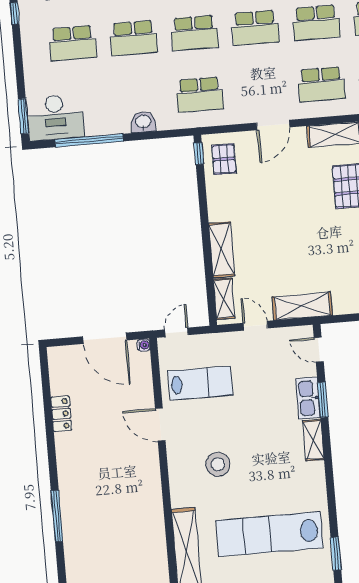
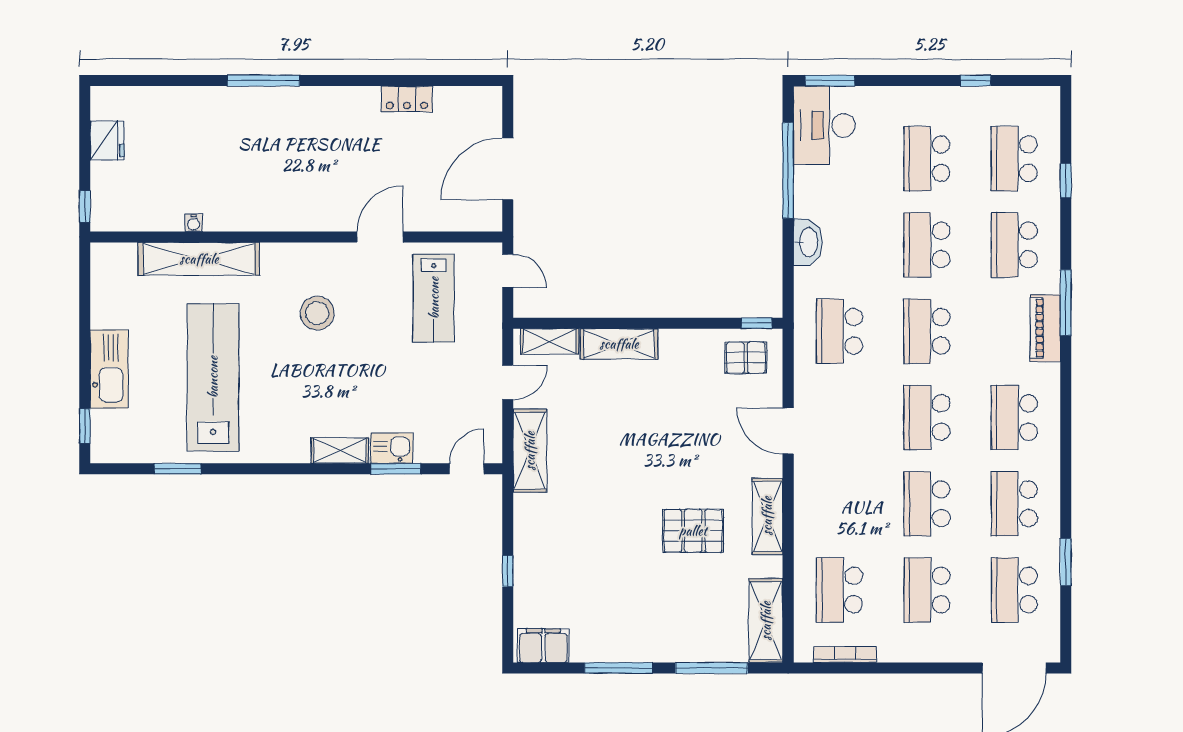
school desk: (321, 84) -> (840, 504), removed
washbasin: (143, 122) -> (808, 242), width x1.38
water cooler: (144, 345) -> (194, 223), moved
kitchen sink: (308, 398) -> (392, 448), width x0.73

